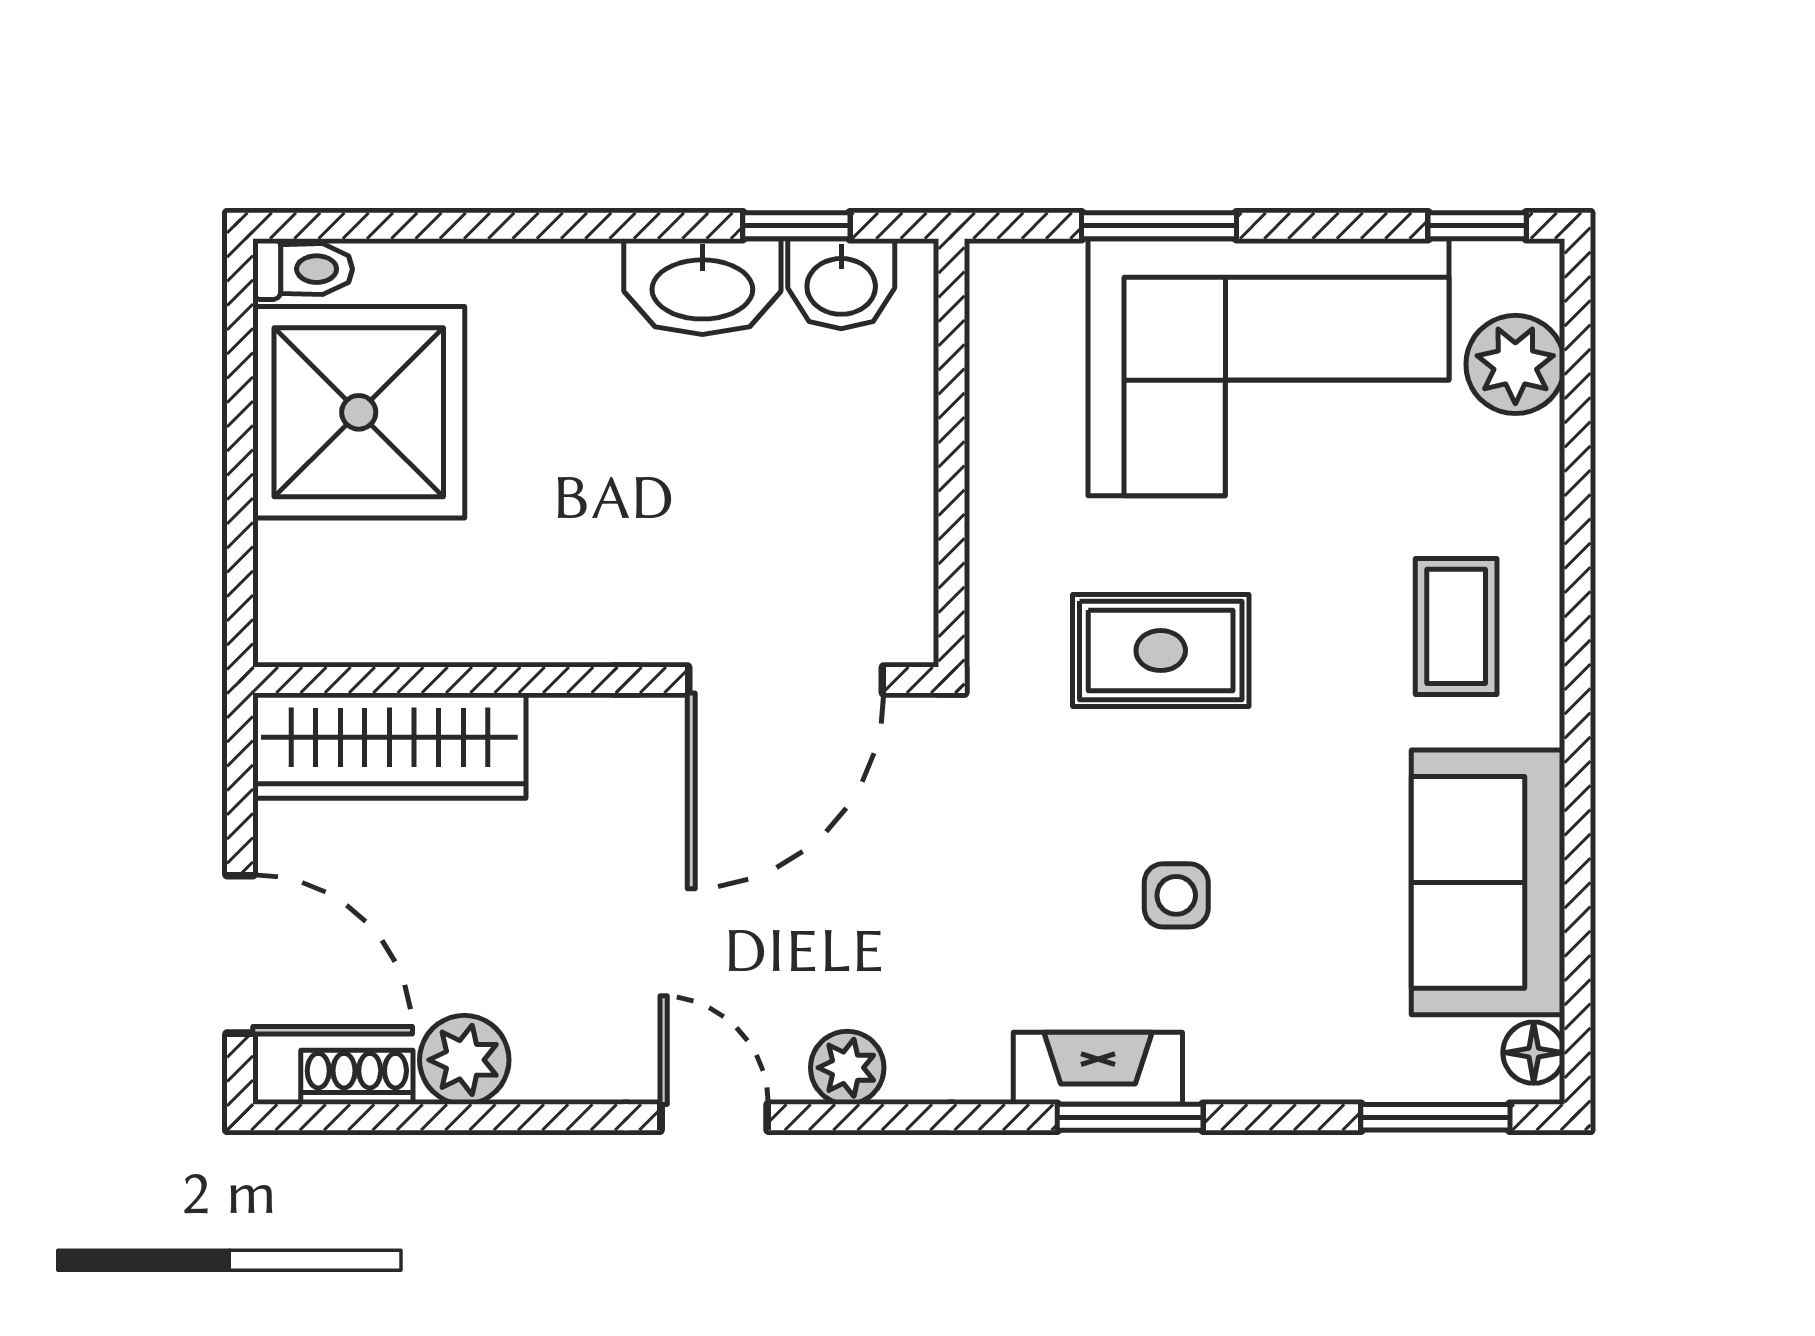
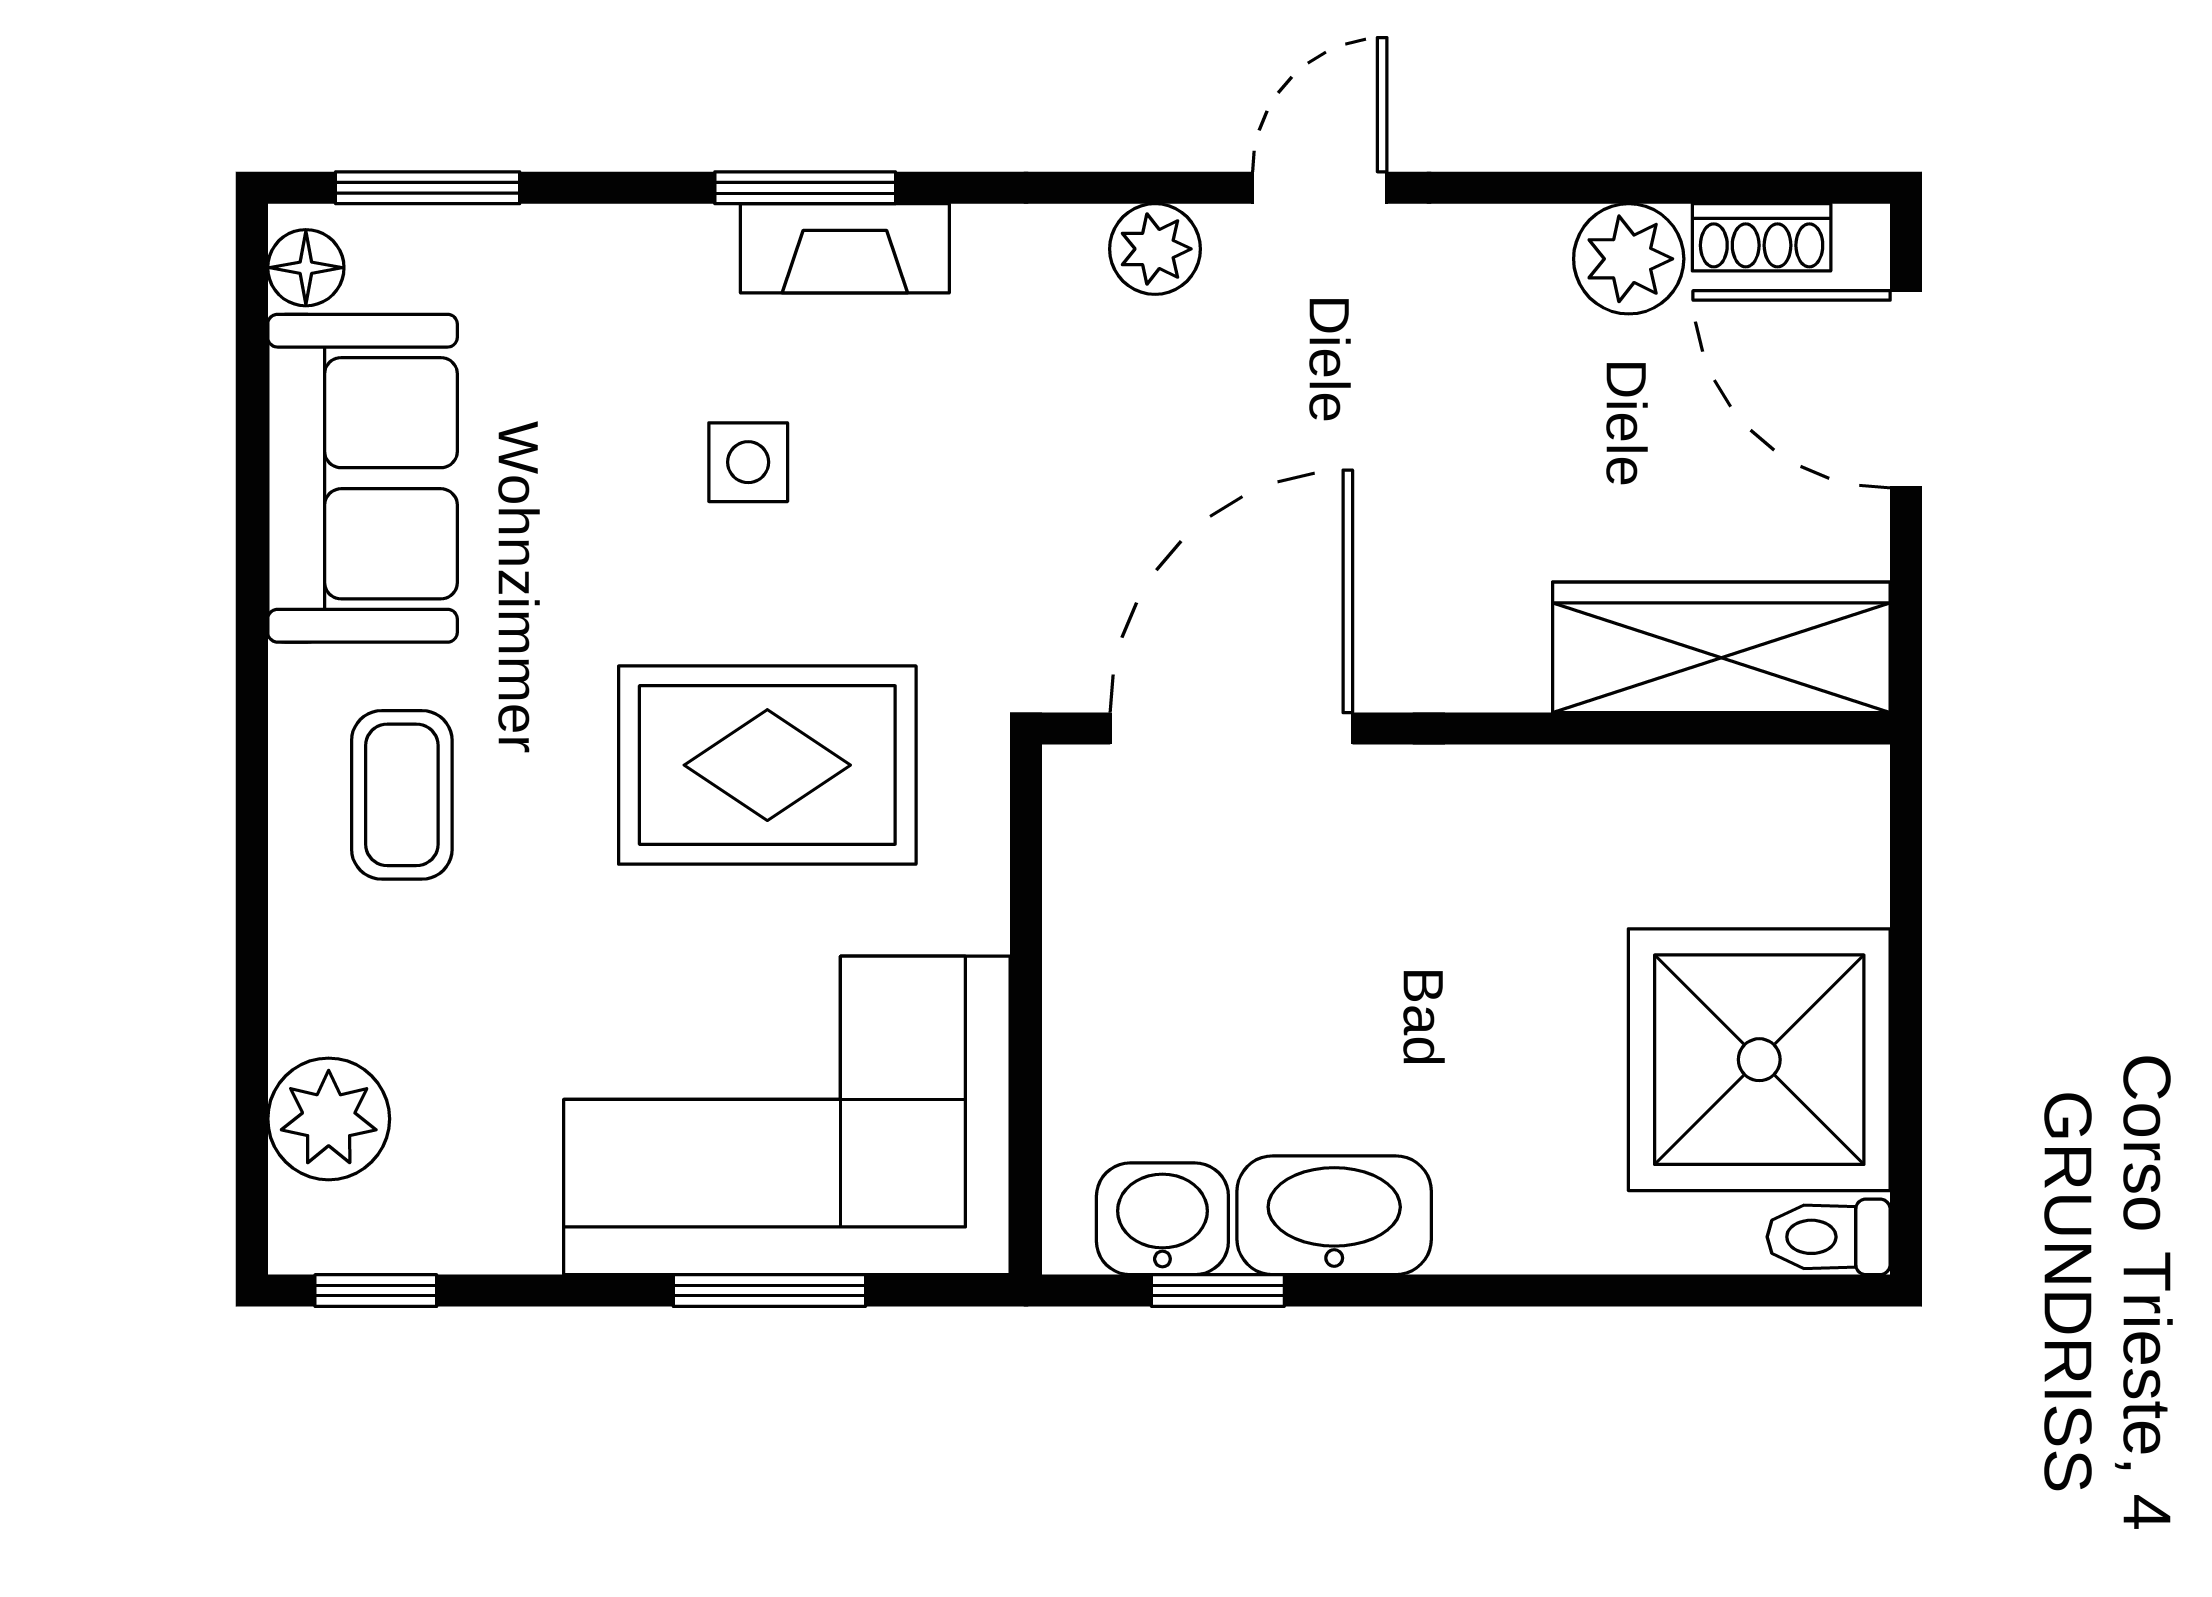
corner sofa: (1268, 367) -> (787, 1115), moved
rug: (1161, 651) -> (767, 765), width x1.36, depth x1.43
door: (714, 1117) -> (1320, 188), swing flipped

